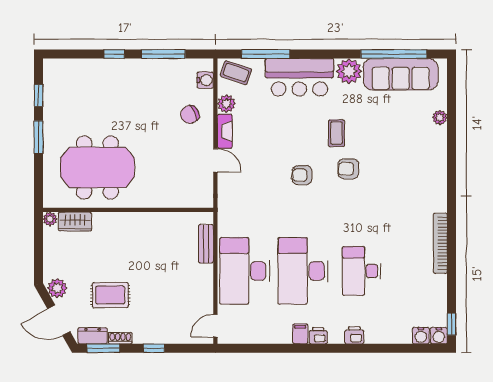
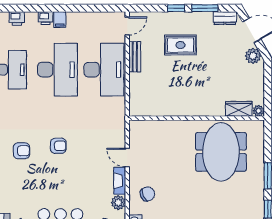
coffee table: (336, 133) -> (31, 179), removed
meeting table: (97, 167) -> (221, 152), turned 90
bench: (206, 244) -> (135, 57), moved
rug: (110, 295) -> (180, 45), moved
shoe rack: (120, 338) -> (203, 16), removed
window: (103, 348) -> (205, 8), moved

